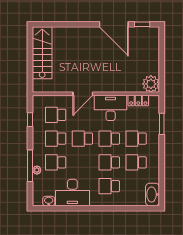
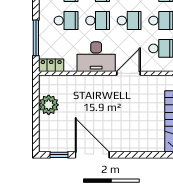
plant: (151, 84) -> (49, 105), moved
locker: (138, 101) -> (51, 65), moved
window: (162, 124) -> (36, 38), width x1.44

